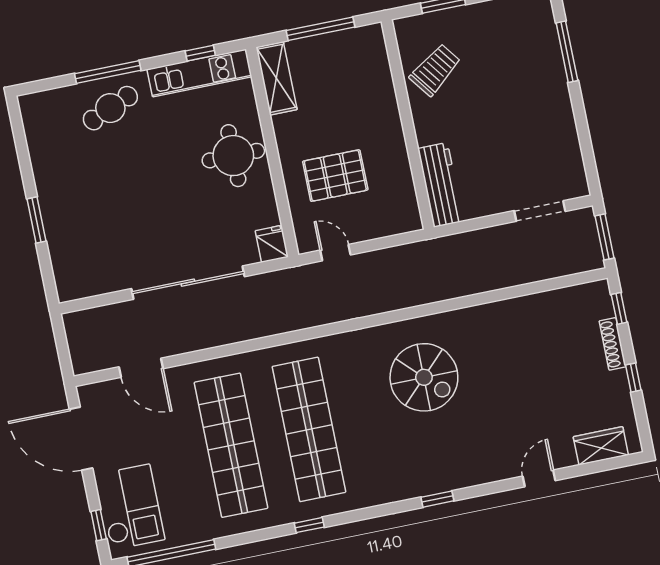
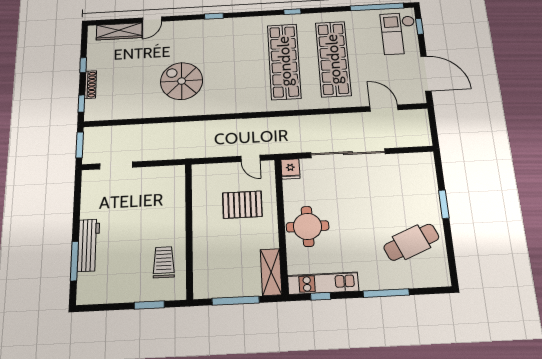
trolley: (435, 70) -> (164, 262), turned 127
cafe table: (110, 108) -> (411, 242), moved, width x1.37, depth x1.35
workbench: (441, 185) -> (89, 245), moved, turned 180
spiral stairs: (424, 377) -> (182, 81), moved
wardrobe: (601, 446) -> (119, 31), width x1.50

